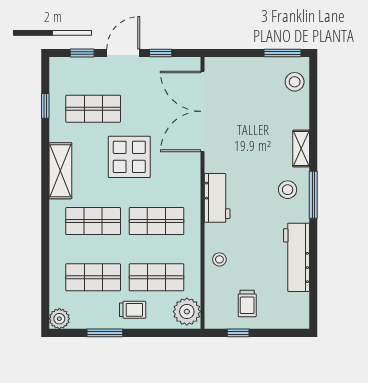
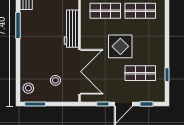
shelving: (301, 148) -> (25, 51), removed
shelving: (60, 171) -> (159, 39), removed
stool: (288, 190) -> (55, 80), moved
workbench: (217, 198) -> (71, 29), width x1.38

